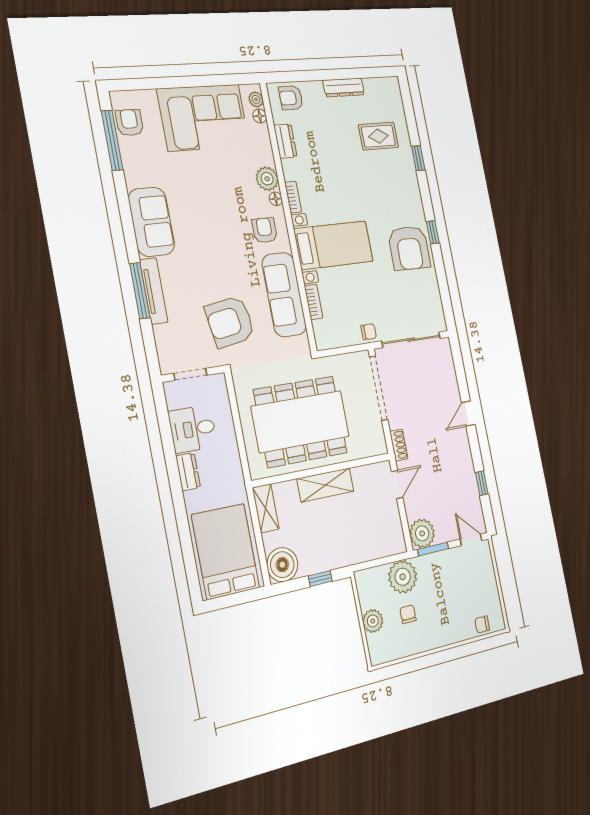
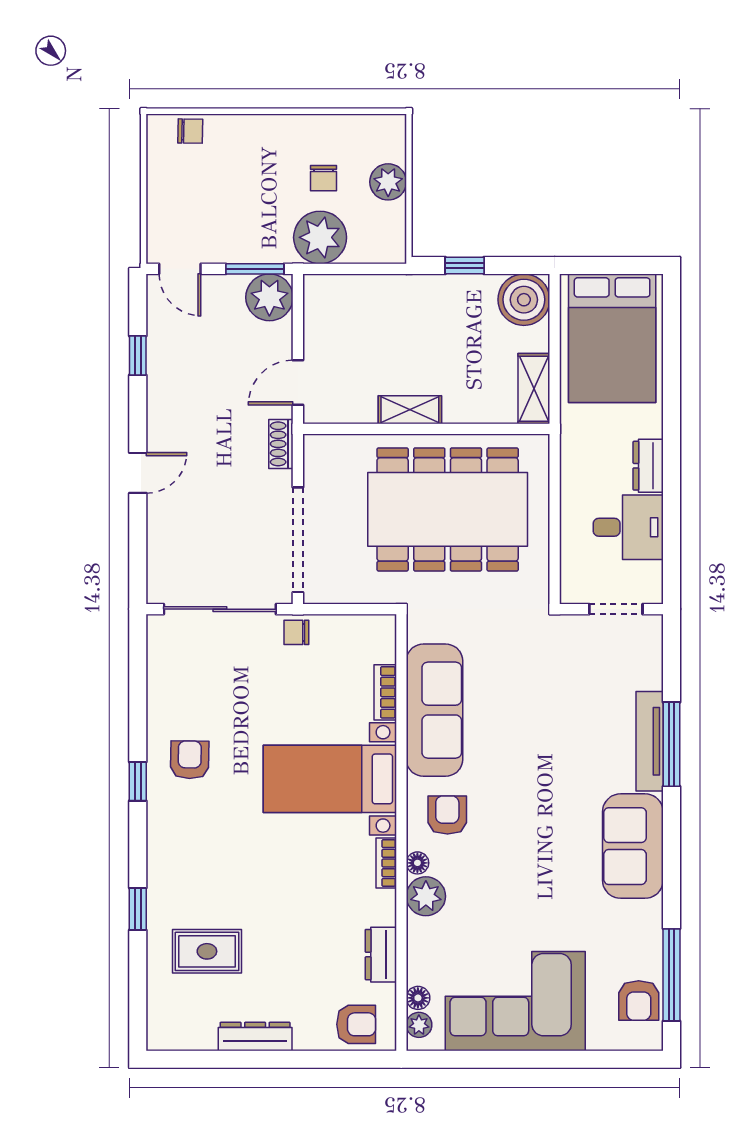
armchair: (265, 230) -> (447, 815), turned 180
armchair: (409, 248) -> (190, 760), width x0.53, depth x0.53
armchair: (230, 322) -> (535, 679), removed
shelving: (325, 485) -> (410, 410), width x0.67, depth x0.75

